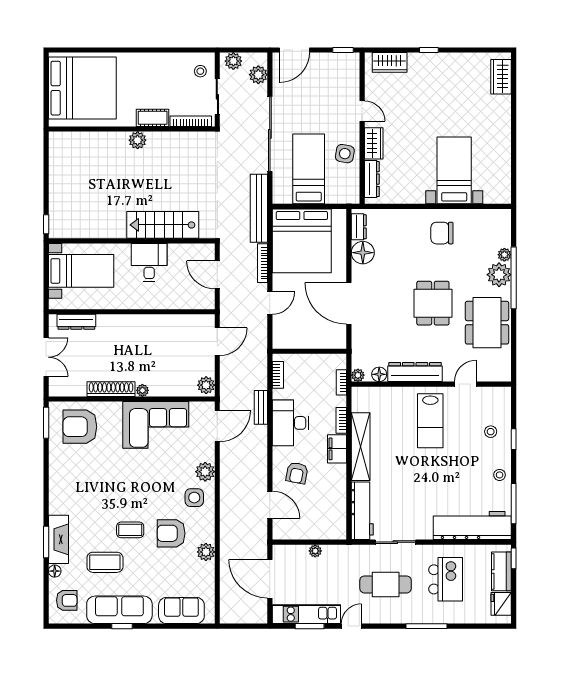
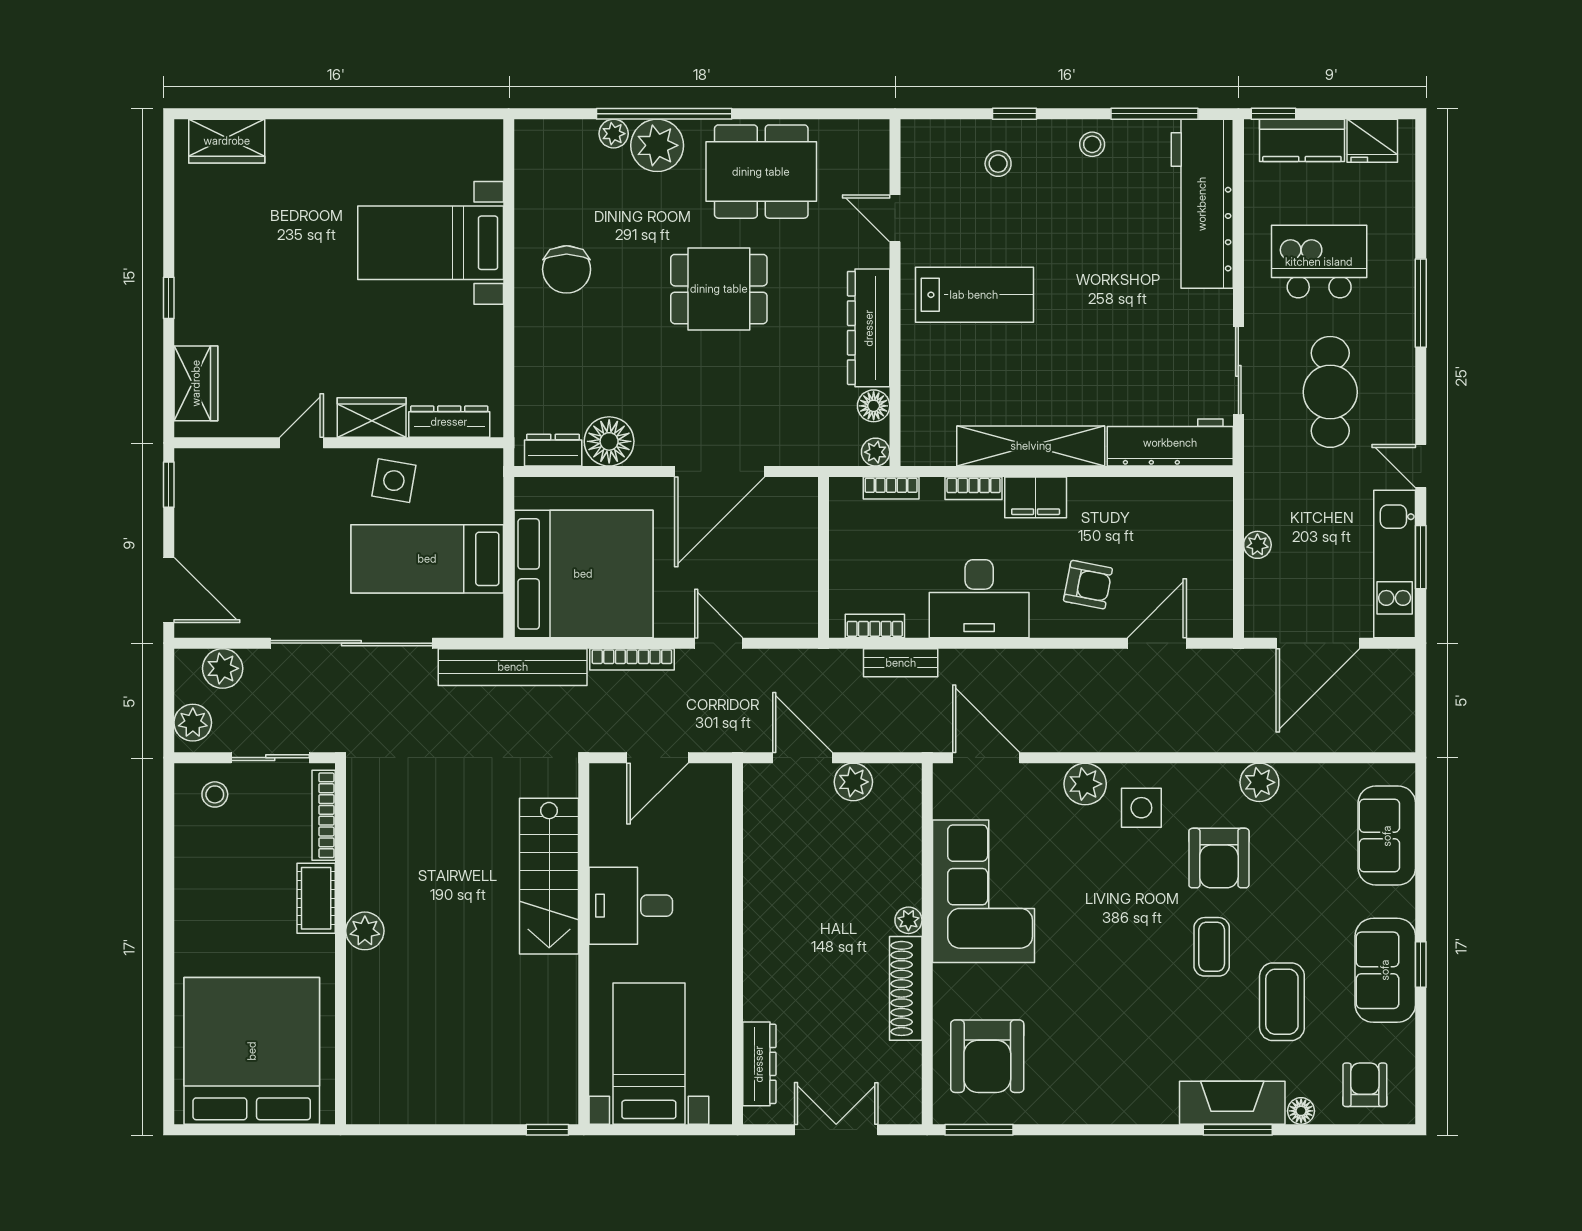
plant: (206, 385) -> (853, 782), moved
bench: (261, 407) -> (901, 663), moved
sofa: (119, 610) -> (1385, 970), width x0.73

